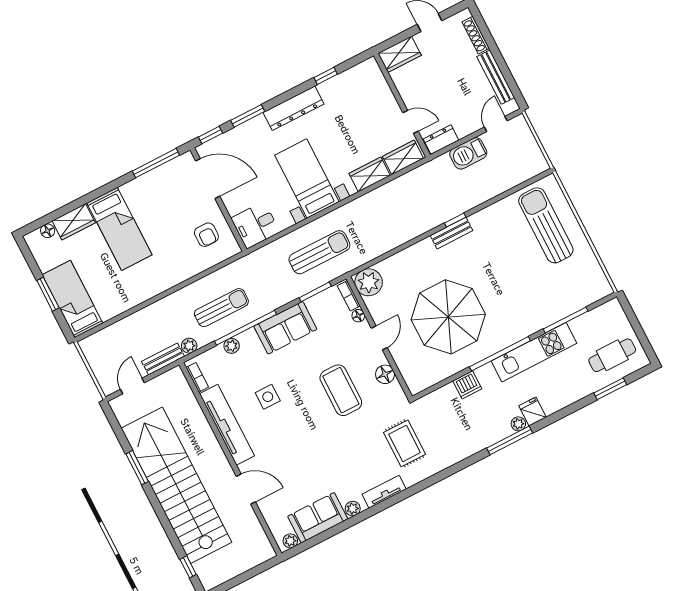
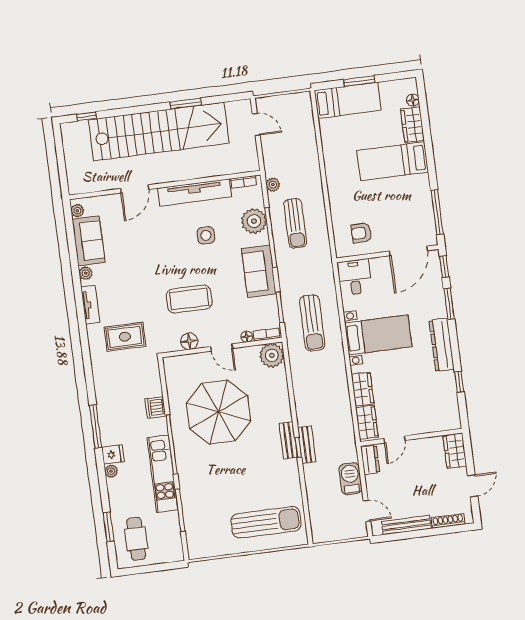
plant: (232, 346) -> (254, 221), width x1.87, depth x1.87
bench: (163, 359) -> (307, 445), moved
plant: (518, 424) -> (111, 471), moved

